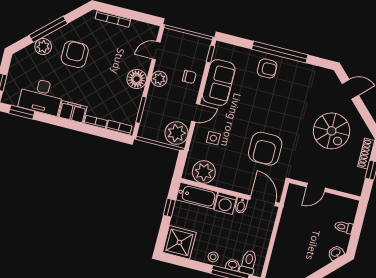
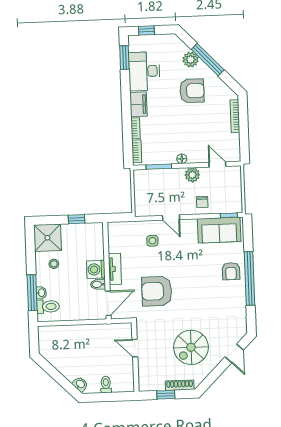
floor lamp: (137, 79) -> (182, 159), width x0.53, depth x0.53
sofa: (219, 82) -> (219, 230), moved
plant: (176, 133) -> (147, 205), removed
plant: (204, 172) -> (119, 241), removed
tv unit: (231, 184) -> (115, 269), added
bathtub: (197, 196) -> (95, 241), removed
stool: (213, 257) -> (54, 264), moved

